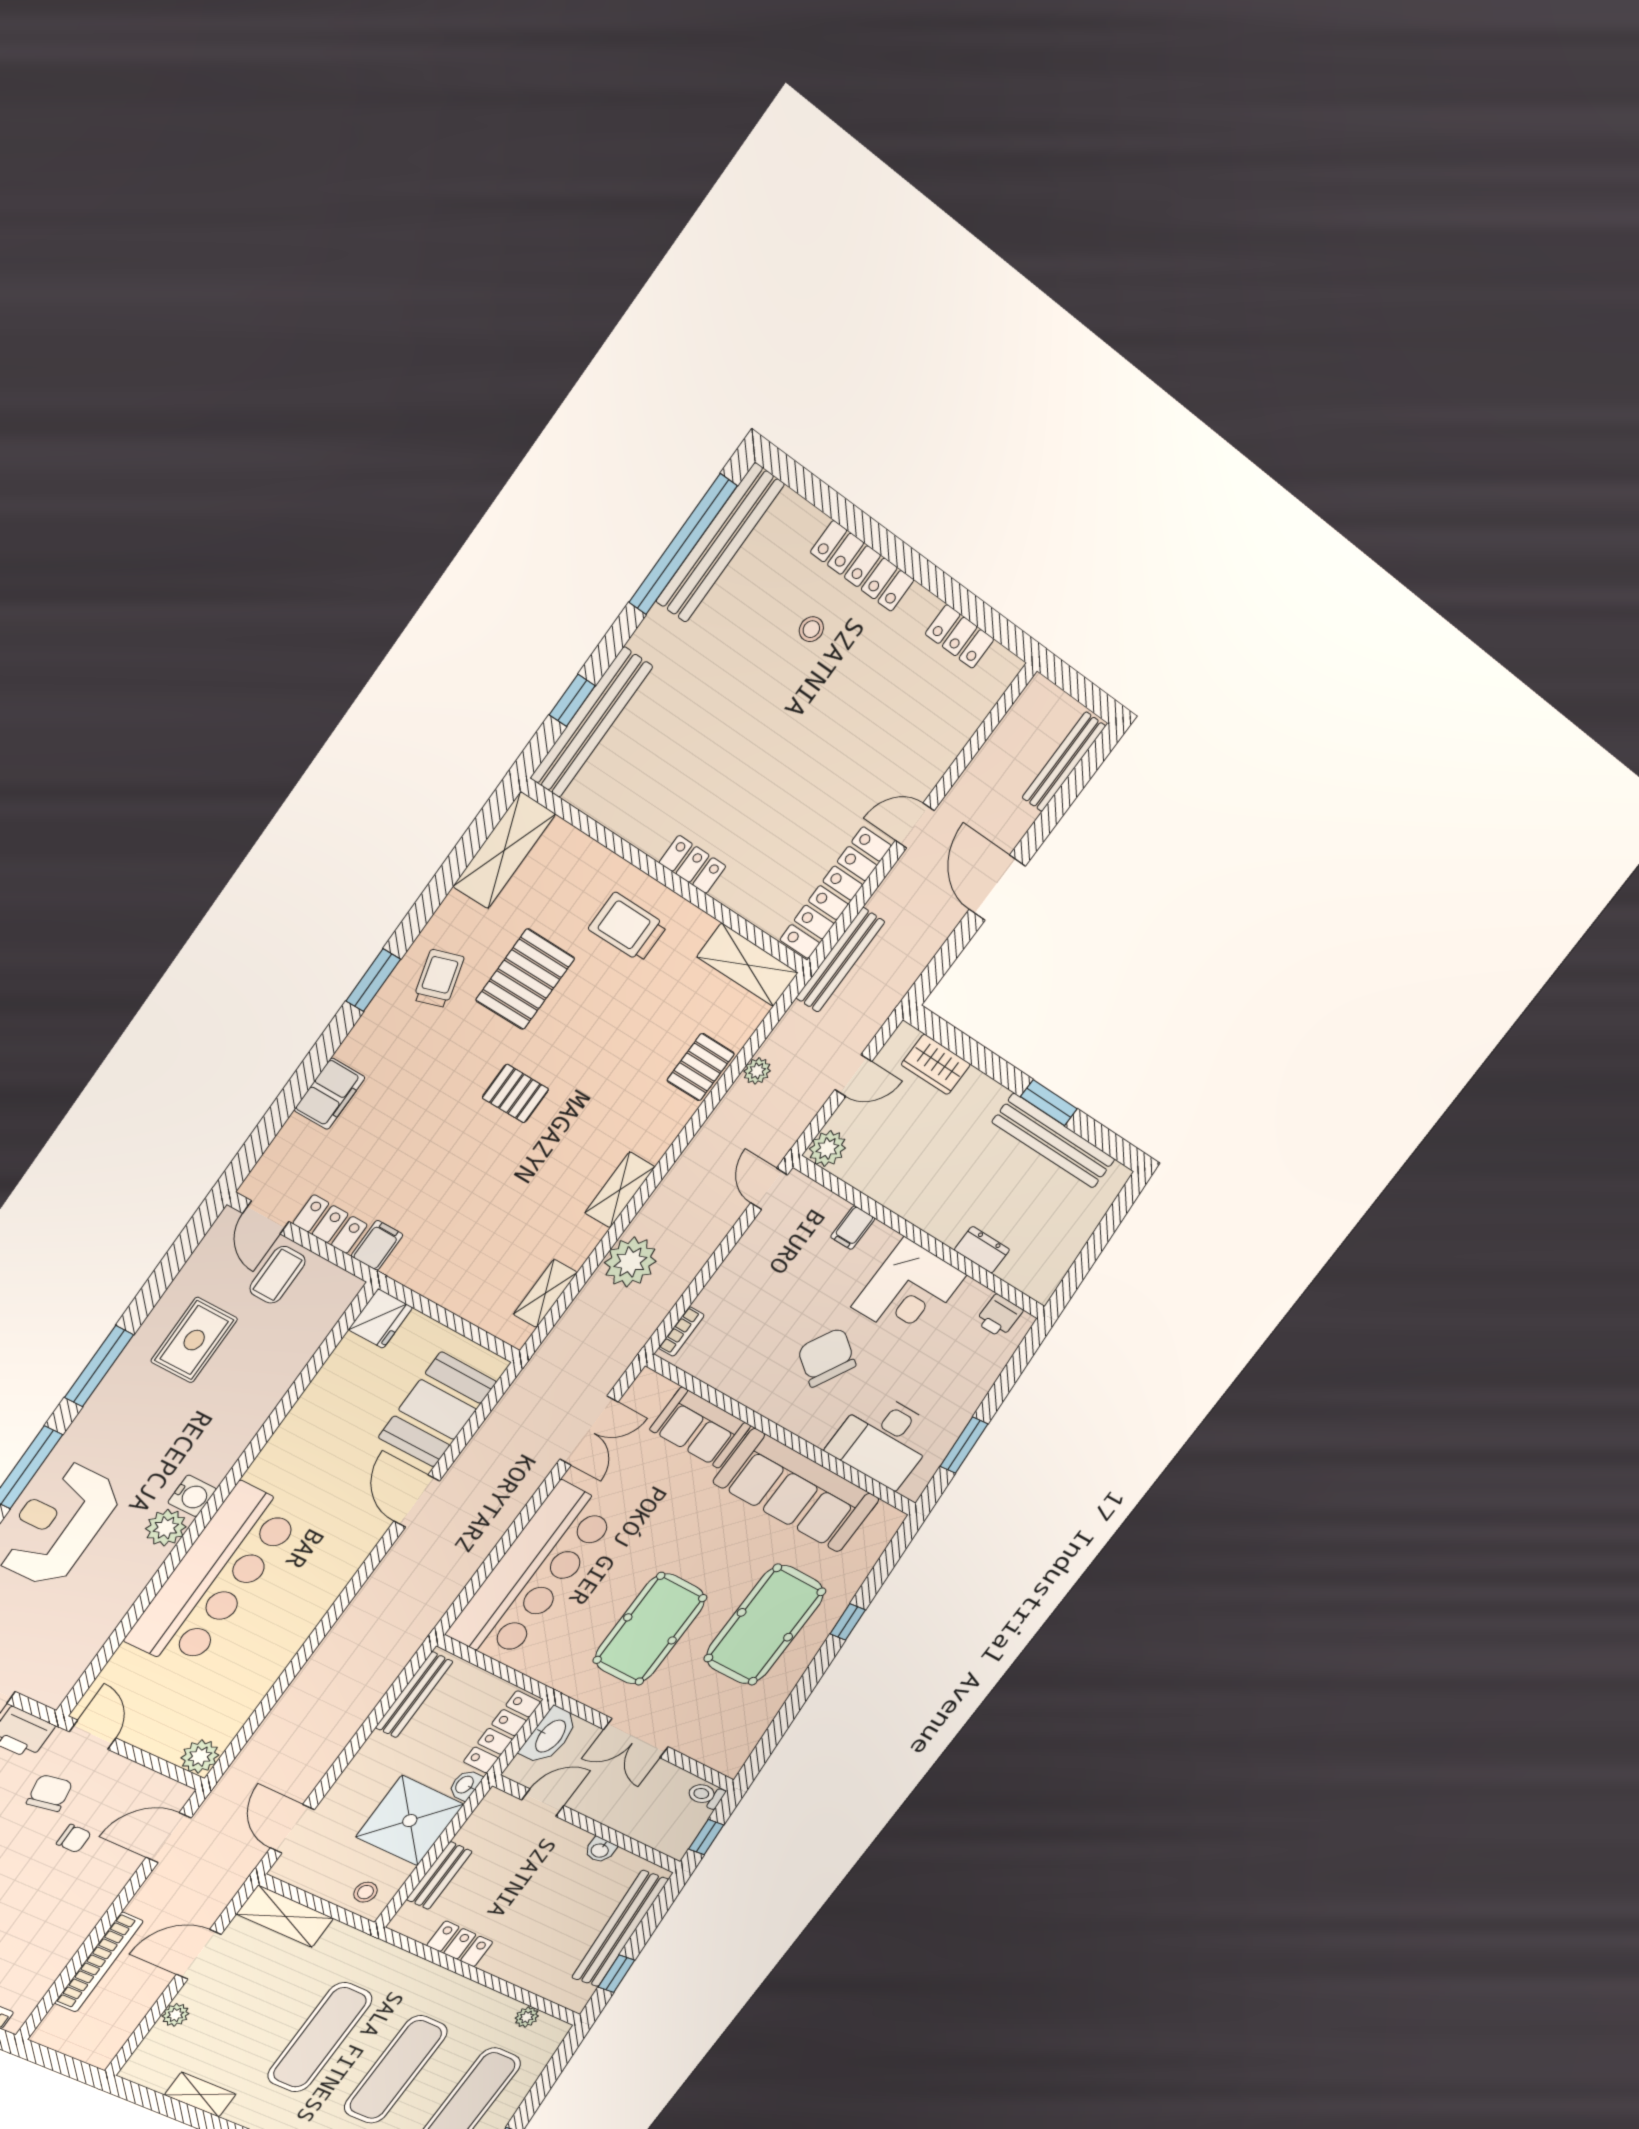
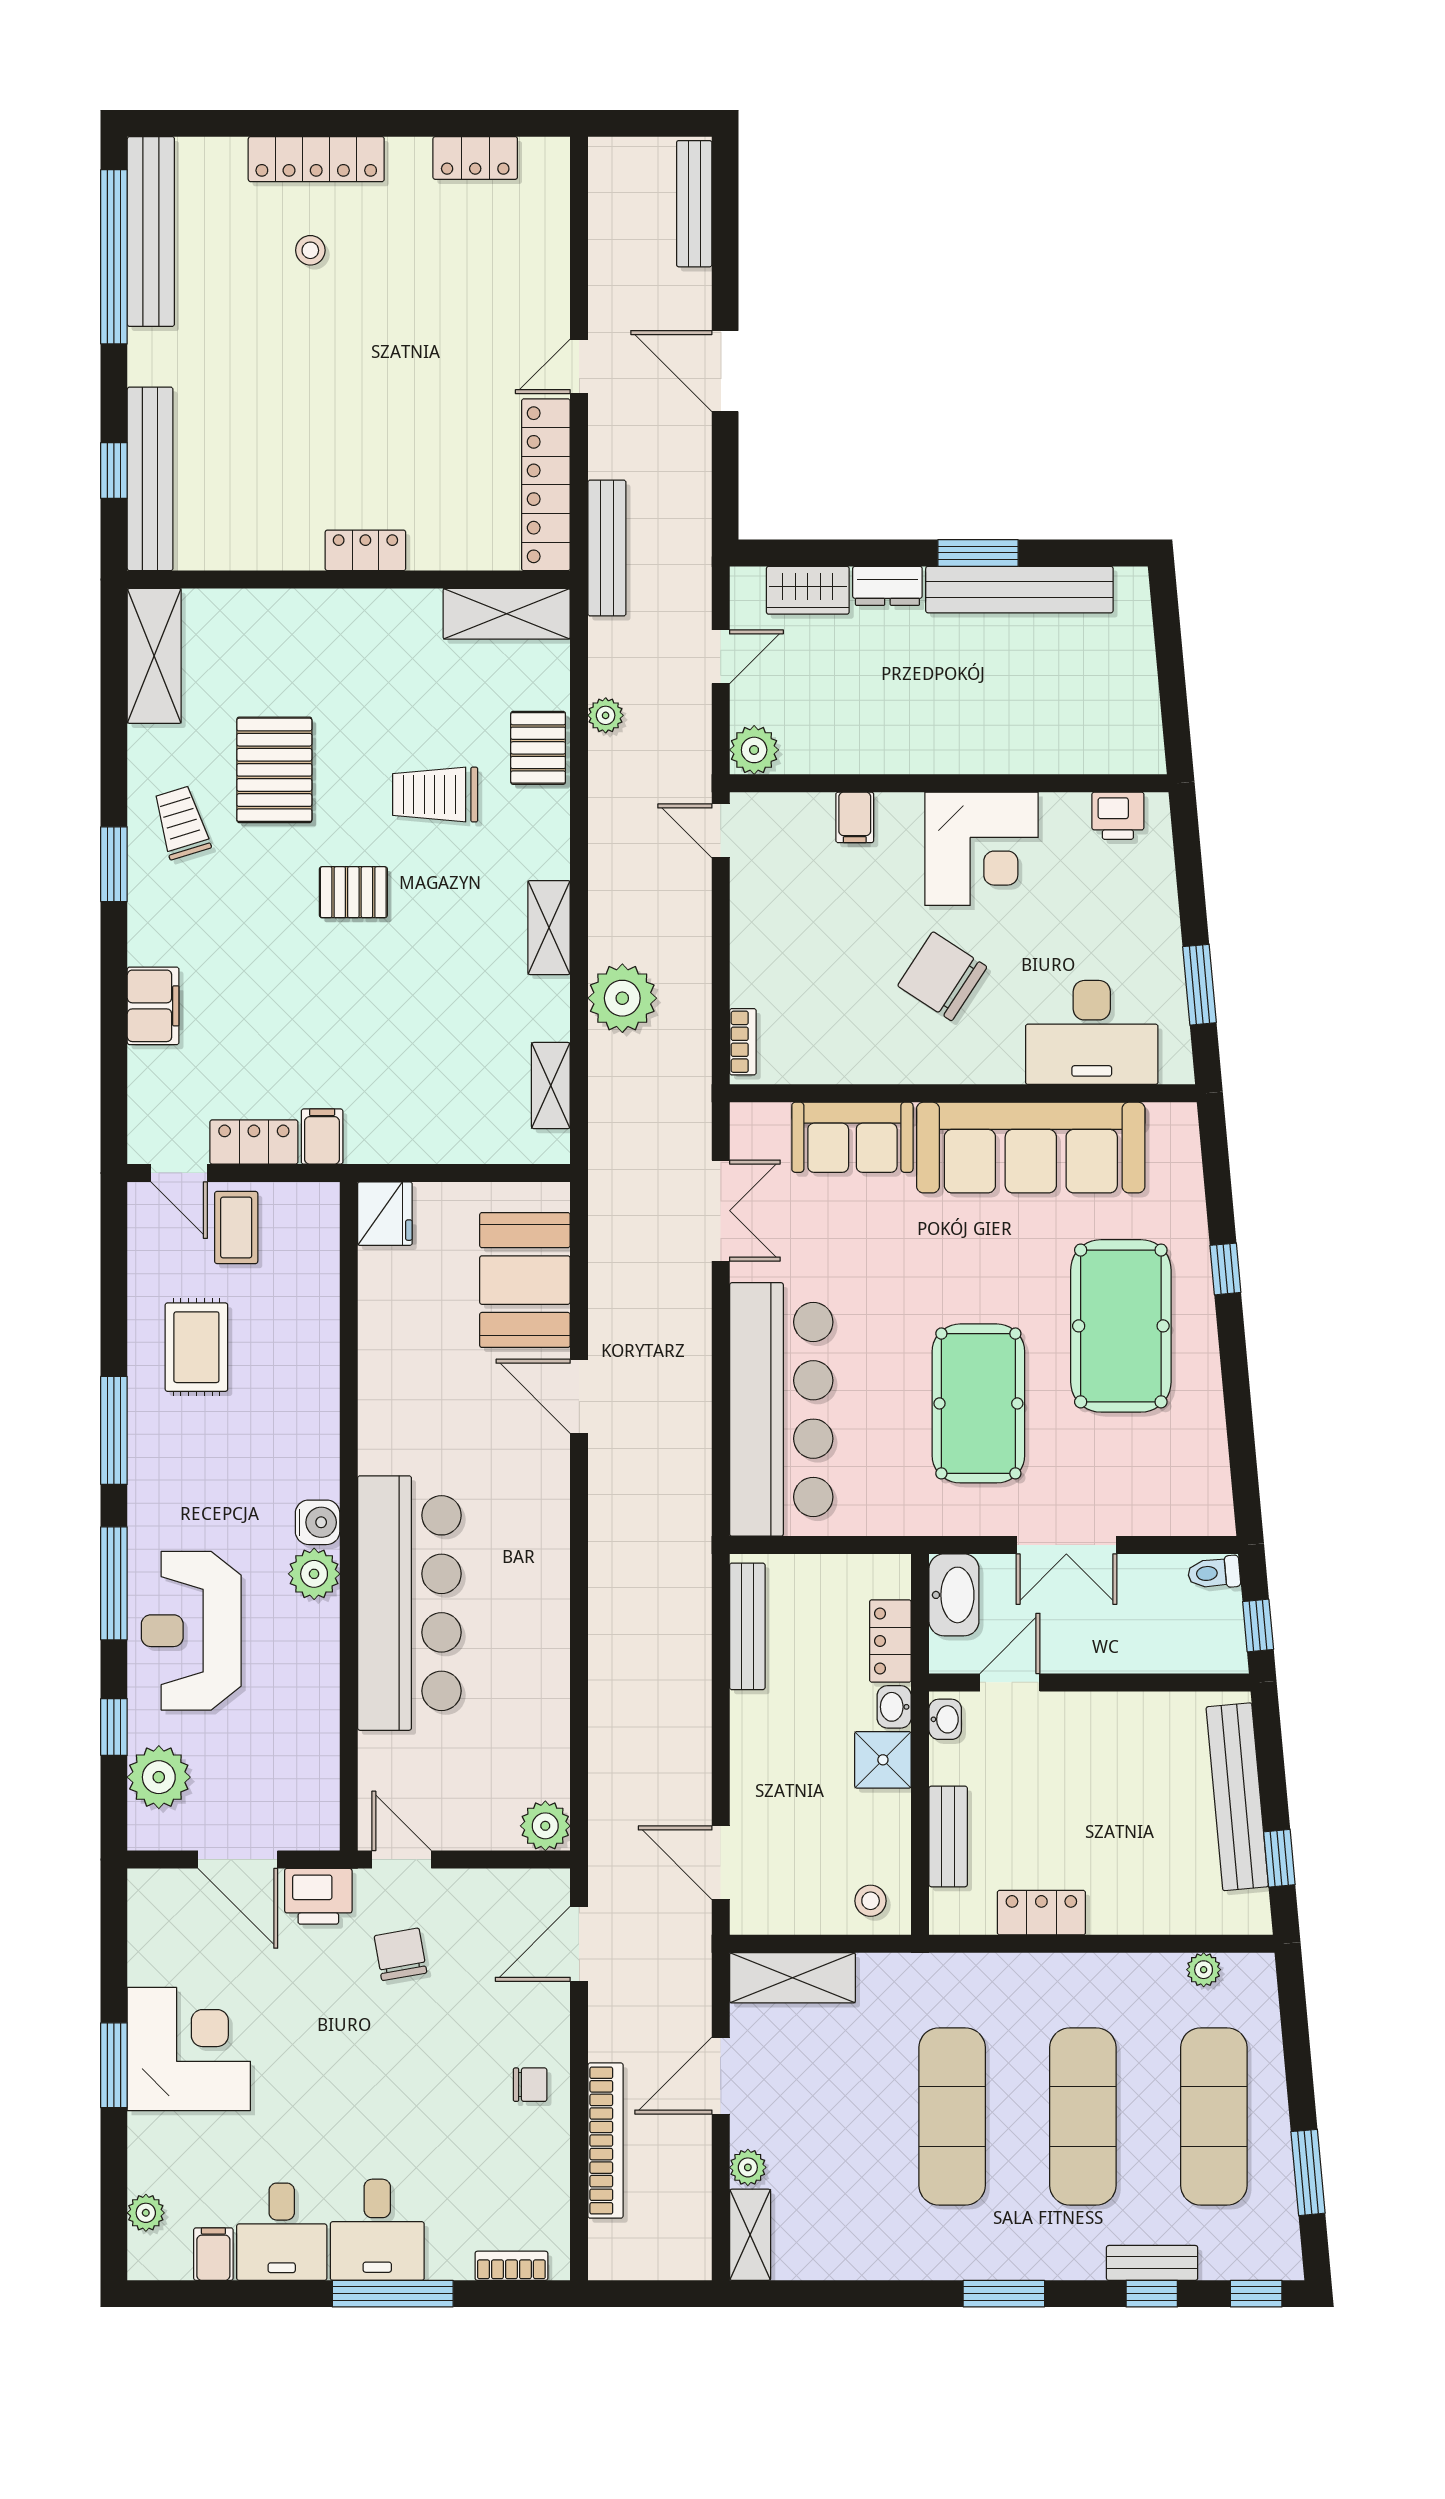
trolley: (628, 927) -> (435, 795), moved
dresser: (982, 1250) -> (887, 586), moved, turned 180
locker: (502, 1732) -> (890, 1641), width x0.66
shower: (410, 1821) -> (883, 1760), width x0.54, depth x0.54
chair: (74, 1839) -> (530, 2085), moved
washbasin: (600, 1850) -> (945, 1719), moved, turned -90
shelving: (200, 2095) -> (750, 2235), moved, turned 90

